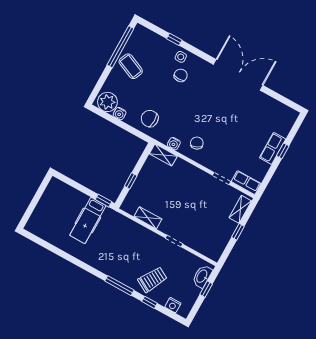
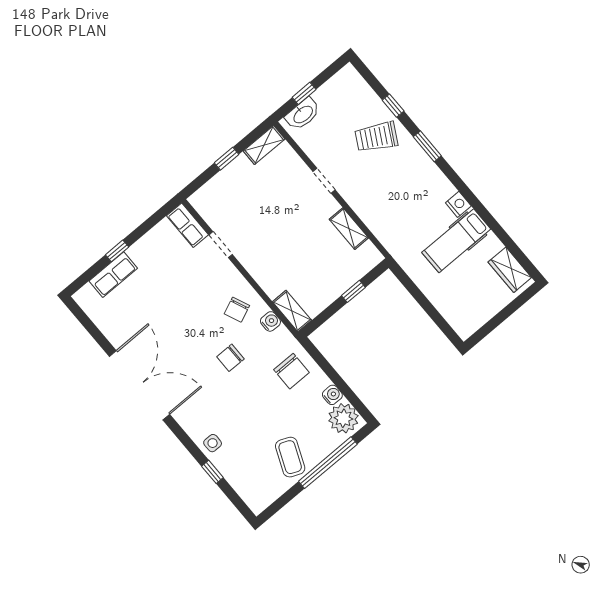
window: (120, 47) -> (328, 463), moved
chair: (181, 75) -> (230, 358), moved
double door: (238, 75) -> (139, 385), swing flipped
row of seats: (273, 148) -> (113, 275), moved
window: (104, 201) -> (403, 278), removed
shelving: (240, 209) -> (264, 145), moved
hospital bed: (88, 220) -> (456, 241), moved, turned 180
wardrobe: (41, 230) -> (510, 270), added
window: (119, 286) -> (427, 146), width x0.69
nightstand: (173, 305) -> (458, 204), moved

